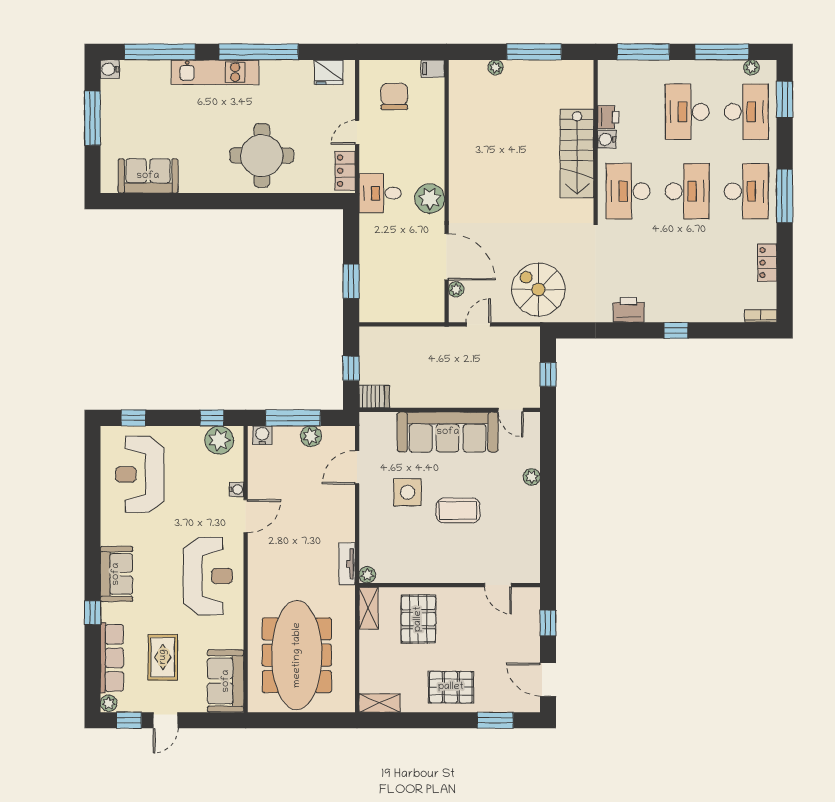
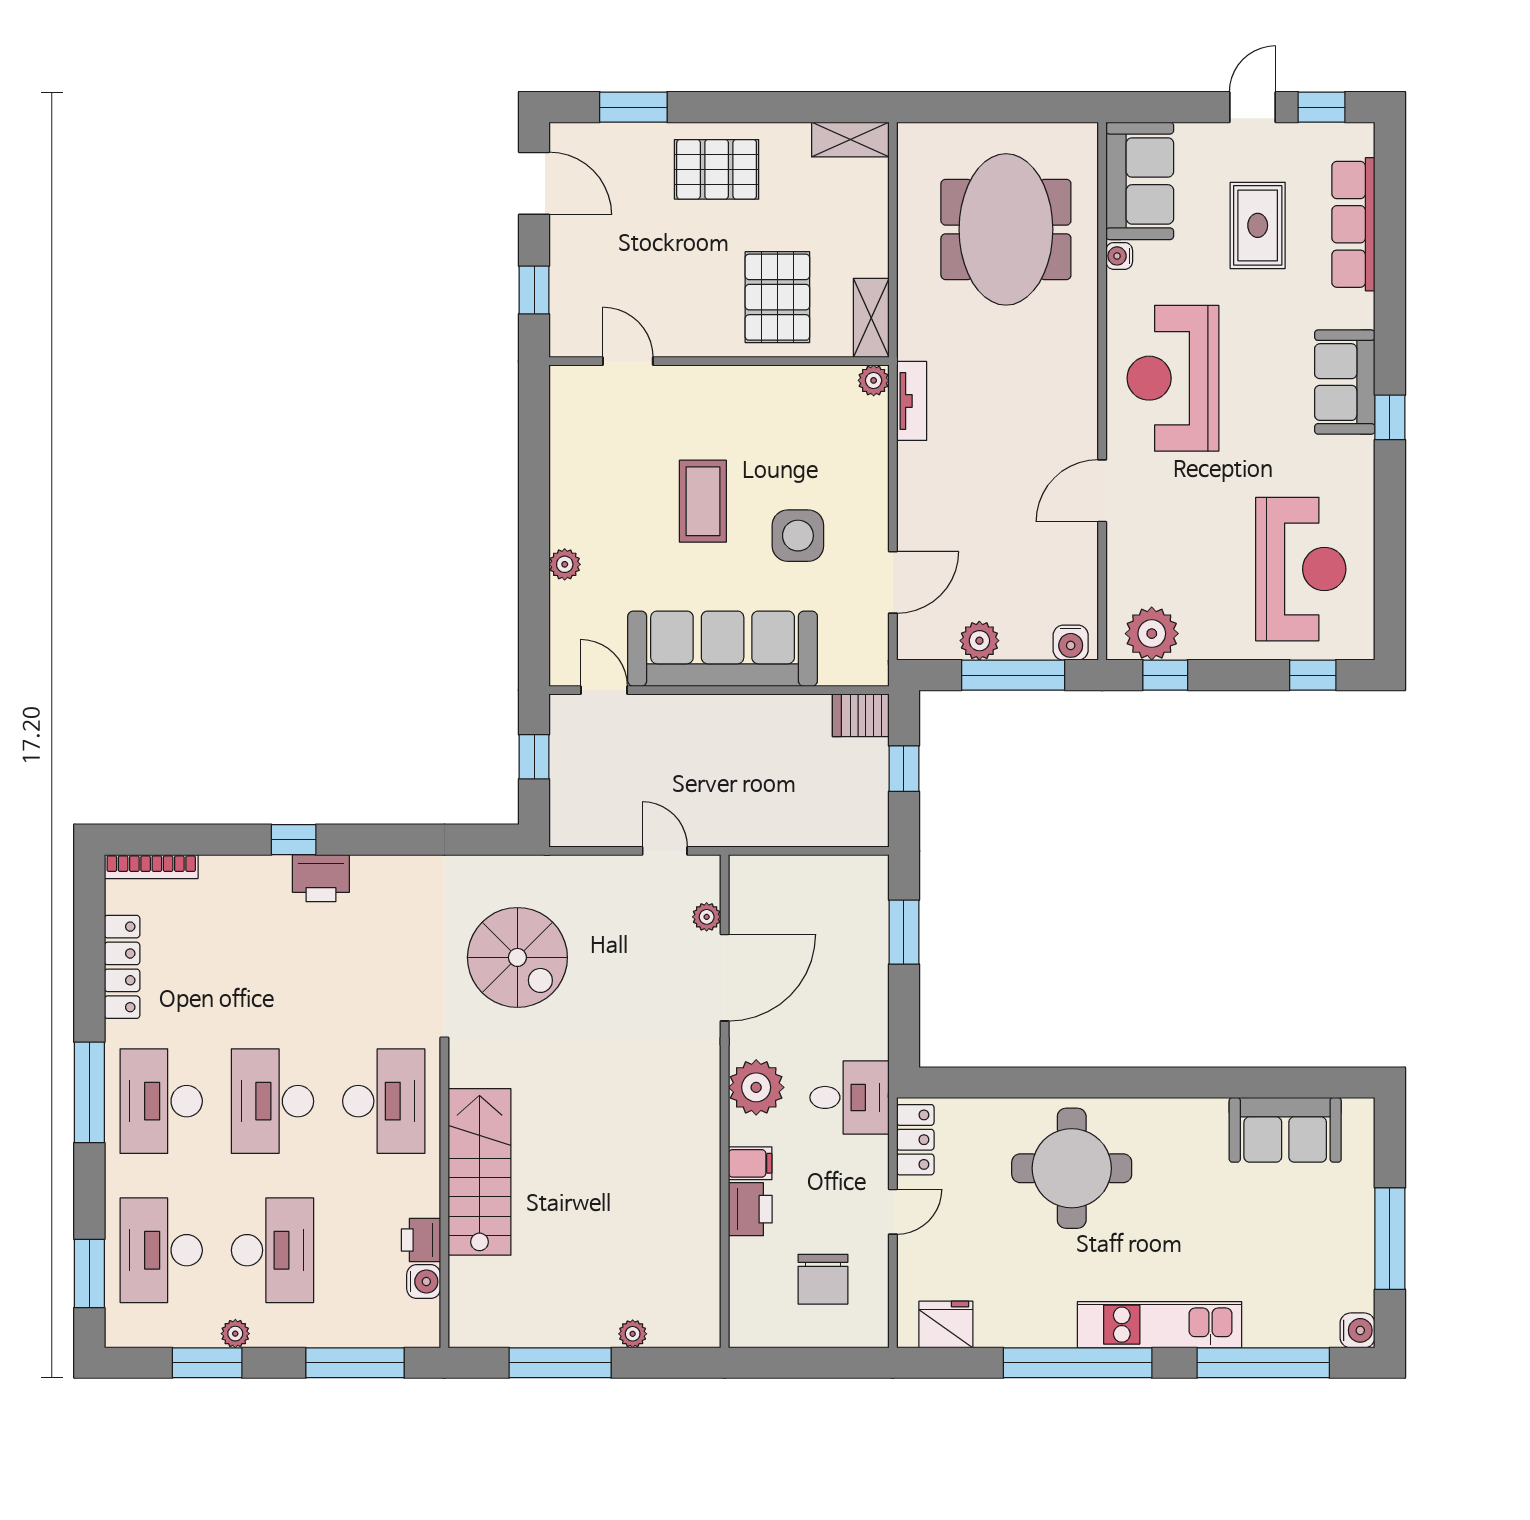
window: (722, 52) -> (207, 1363), width x0.69
plant: (751, 67) -> (235, 1334), moved
filing cabinet: (433, 69) -> (750, 1163), moved
printer: (433, 134) -> (750, 1209), added
water cooler: (607, 139) -> (424, 1282), moved
door: (447, 257) -> (725, 978), swing flipped
locker: (767, 263) -> (122, 967), width x1.53
spiral stairs: (538, 290) -> (517, 957), moved
printer: (629, 310) -> (321, 878), moved
bookcase: (761, 316) -> (151, 867), width x1.56
door: (478, 324) -> (665, 851), swing flipped
water cooler: (237, 490) -> (1119, 256), moved
coffee table: (458, 510) -> (703, 501), turned 90
window: (92, 613) -> (1390, 417), moved
meeting table: (297, 655) -> (1006, 229), width x0.73
plant: (109, 703) -> (1359, 139), removed

